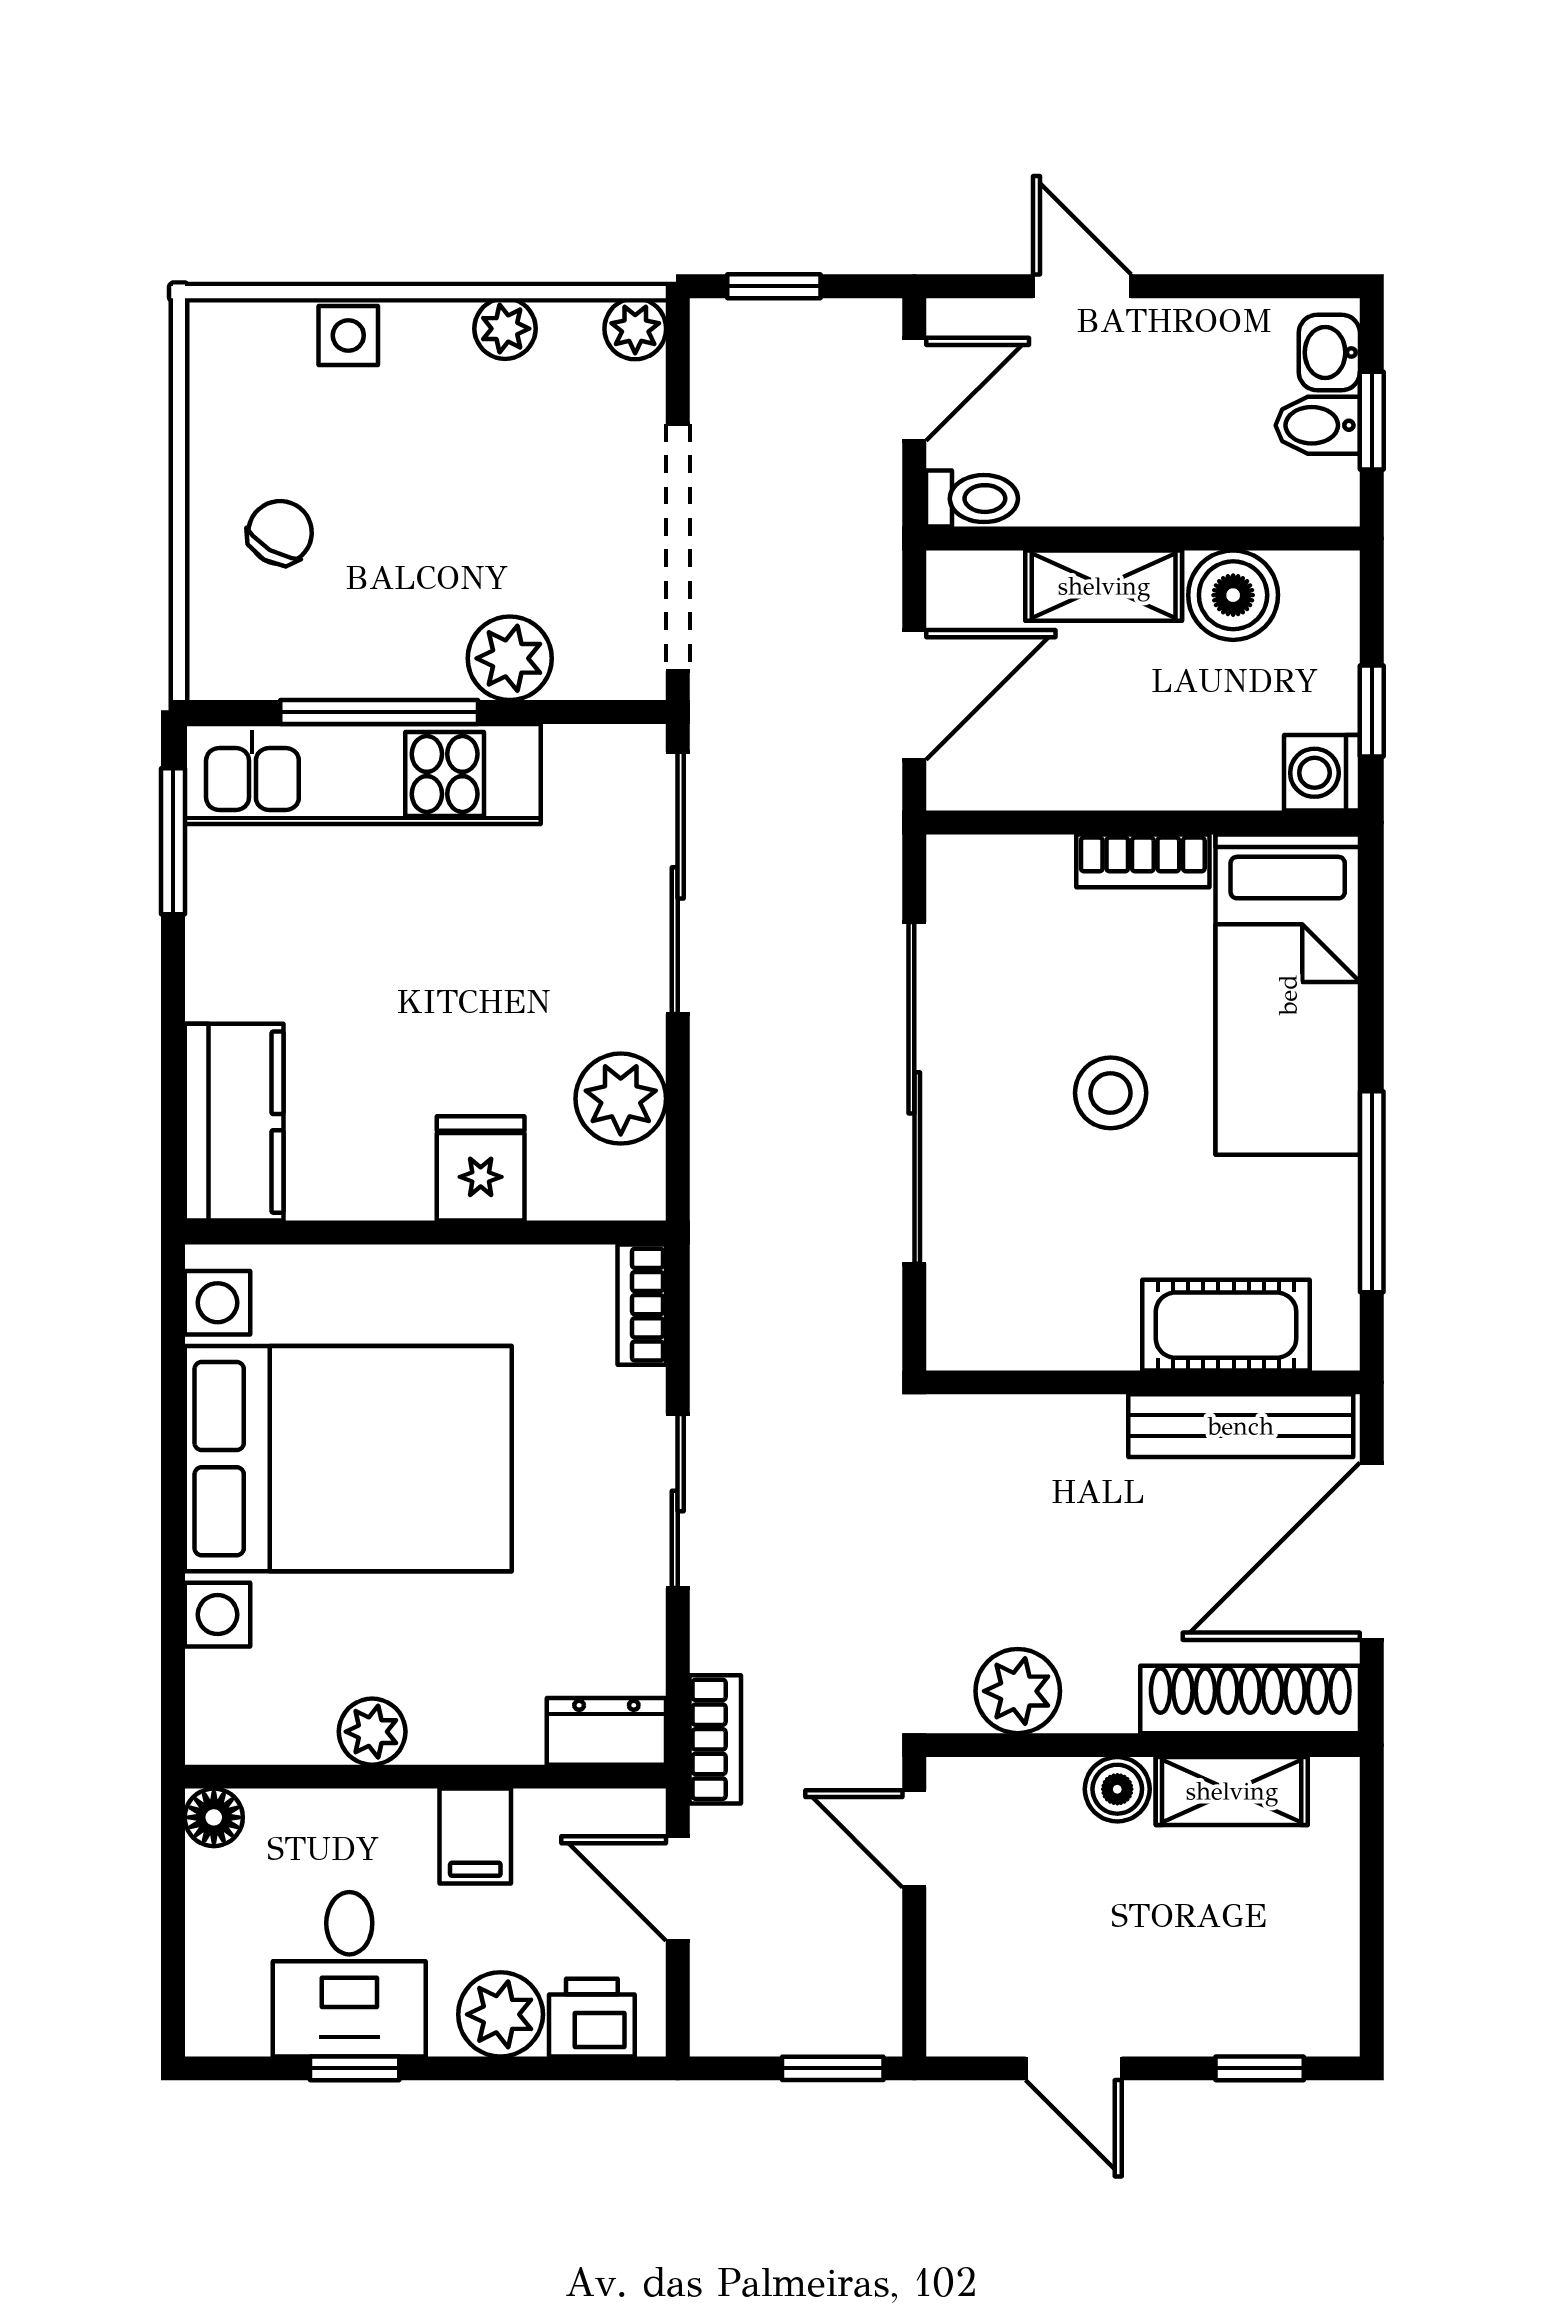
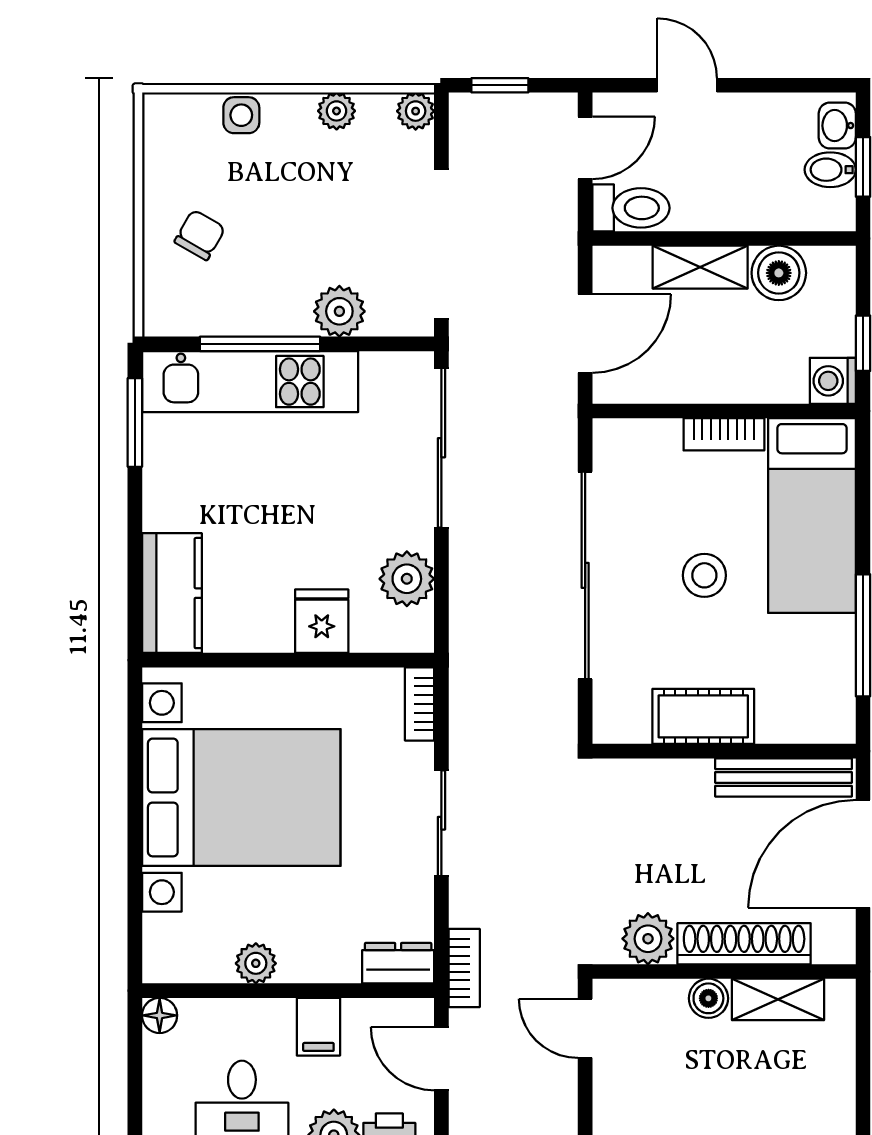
toilet: (972, 499) -> (631, 208), width x1.37, depth x1.39
cot: (1226, 1325) -> (703, 716), moved
shoe rack: (1250, 1699) -> (744, 944), moved

